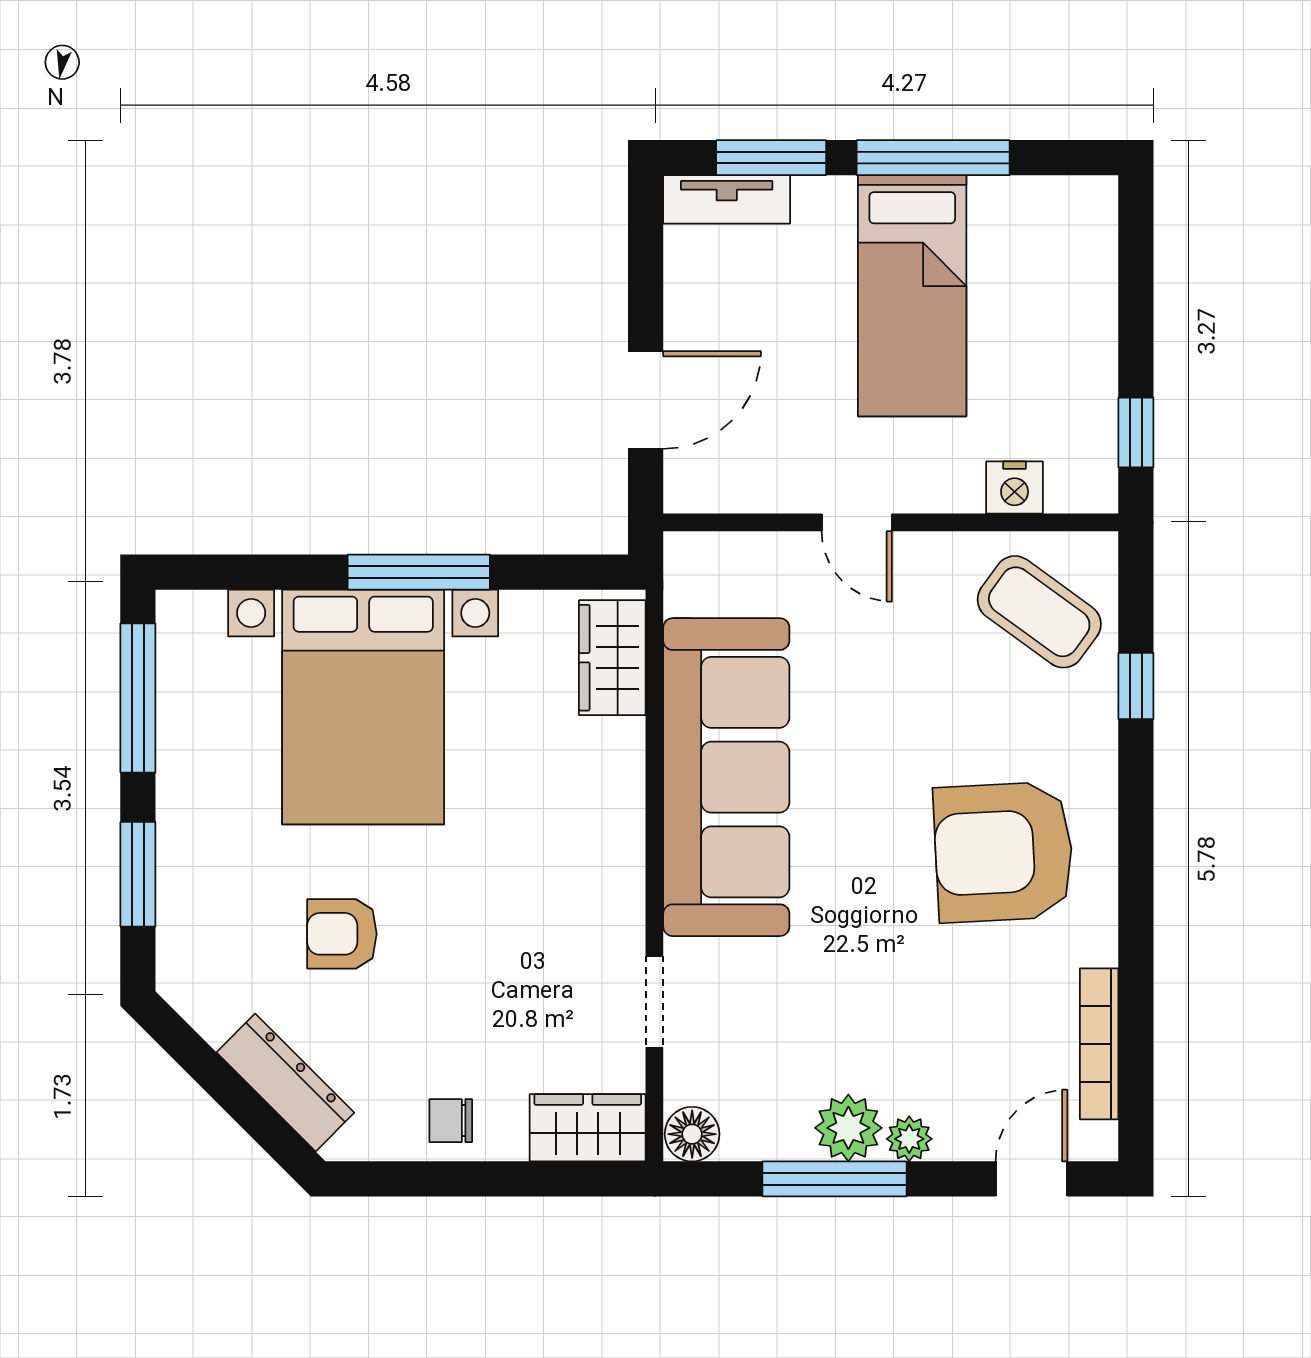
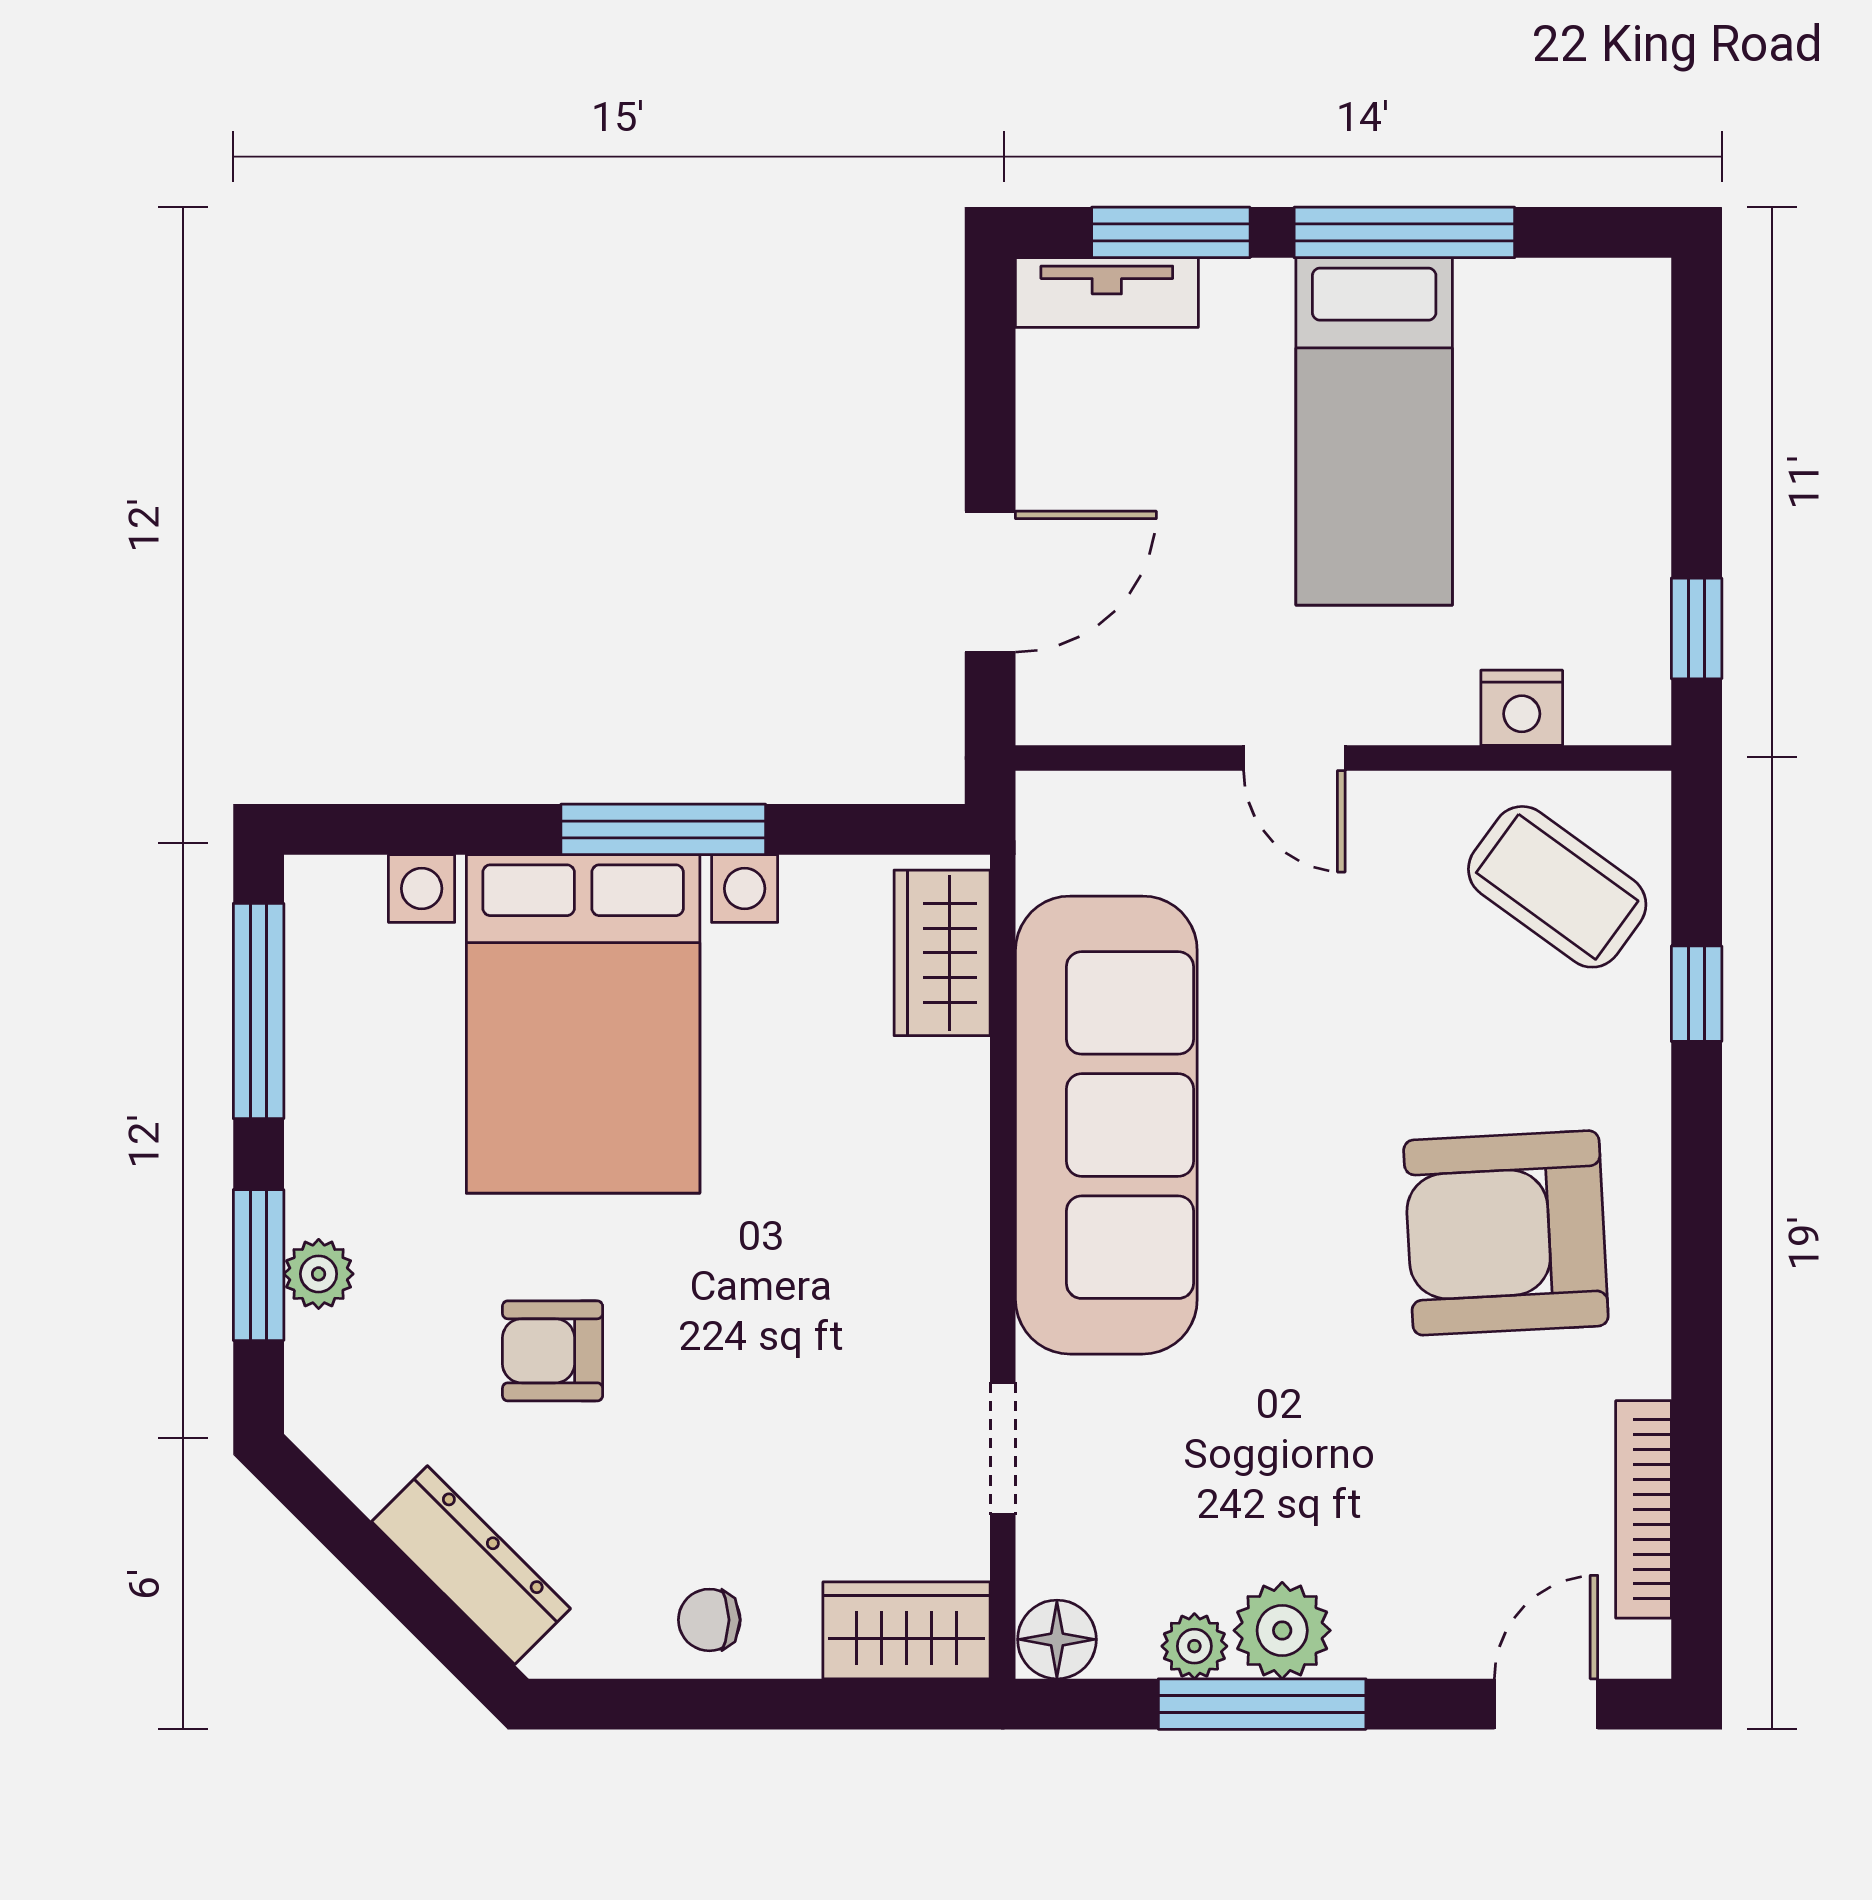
plant: (180, 880) -> (319, 1274), added
plant: (909, 1139) -> (1194, 1646), moved

